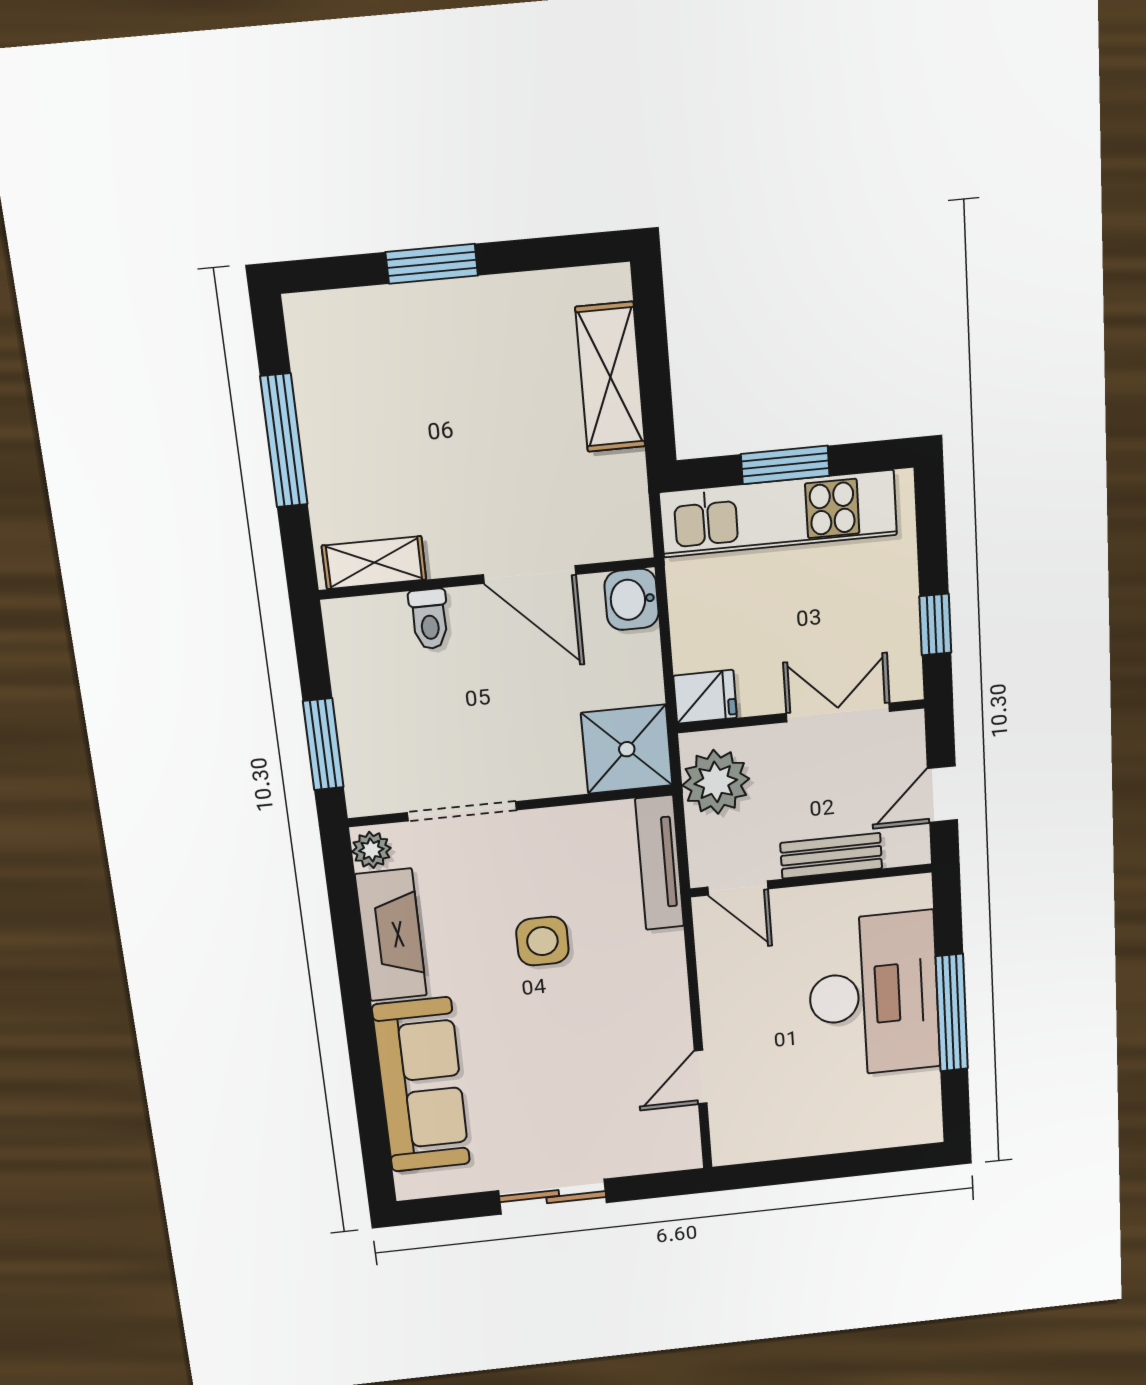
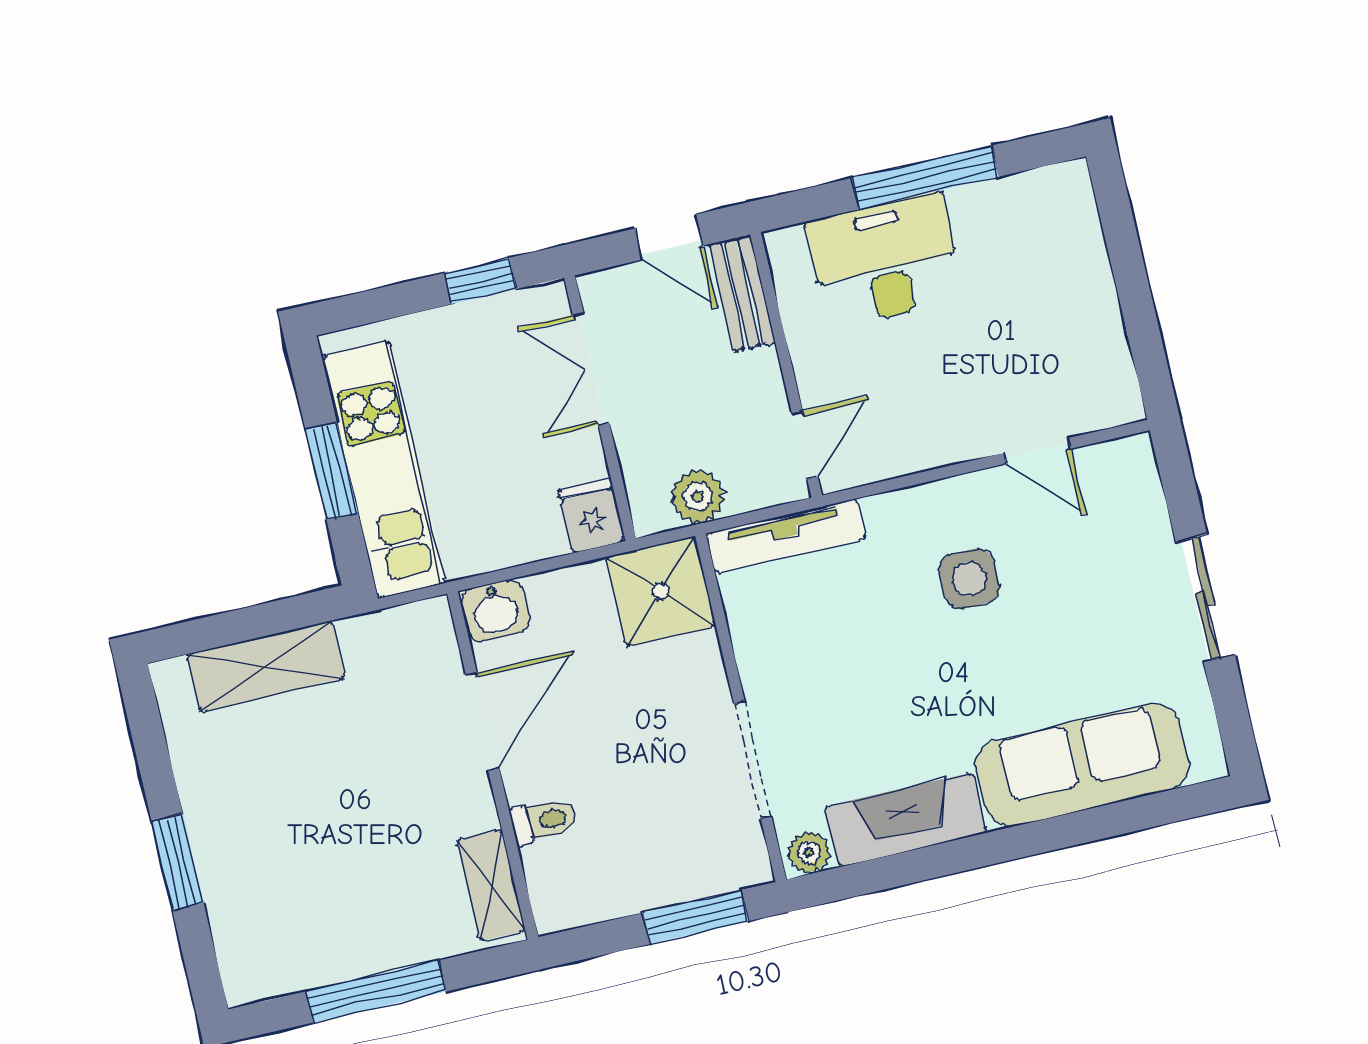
plant: (716, 782) -> (698, 496), width x0.73, depth x0.73
bench: (831, 856) -> (742, 294), moved
side table: (542, 941) -> (969, 579), moved
desk: (874, 995) -> (885, 260), width x0.73, depth x0.77

